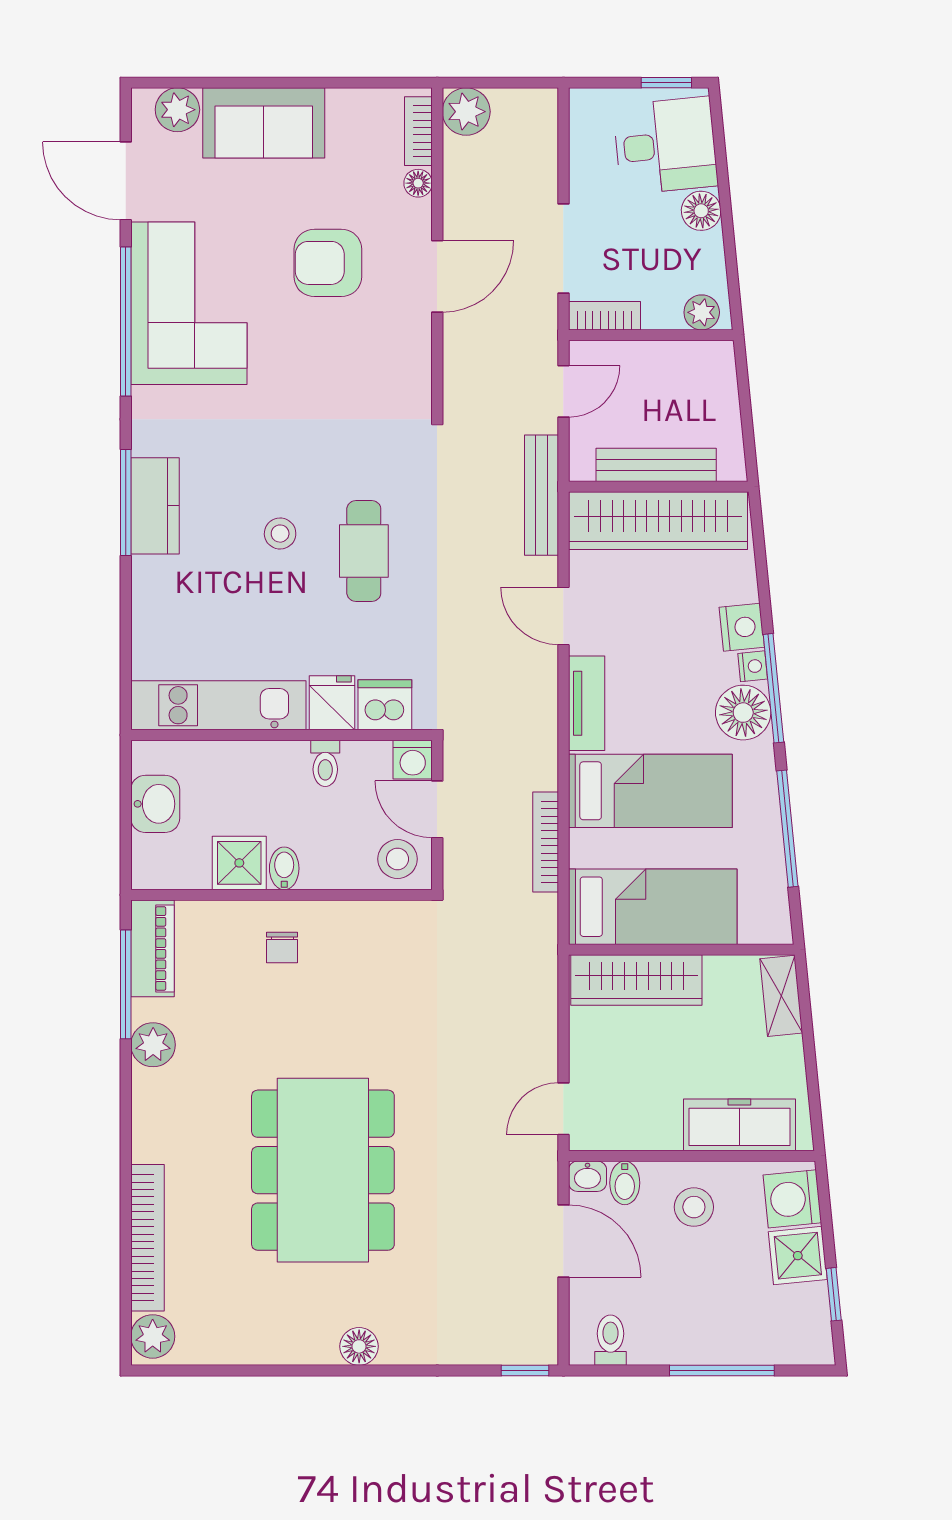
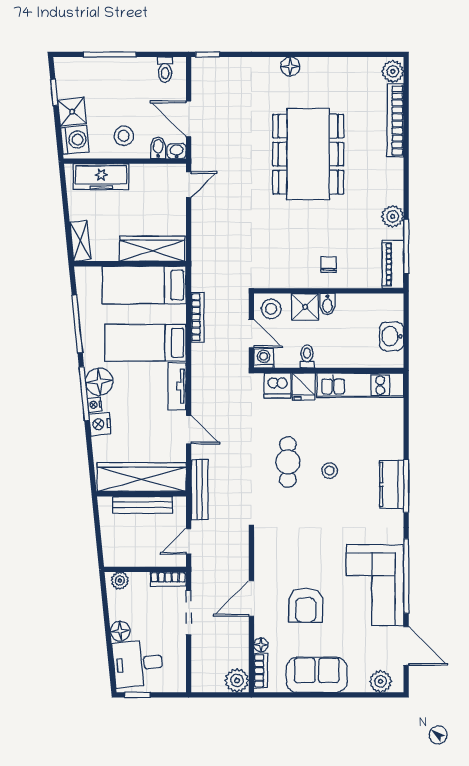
sofa: (264, 123) -> (317, 675), moved
armchair: (328, 263) -> (306, 605), turned 90
shower: (239, 863) -> (305, 307), moved

